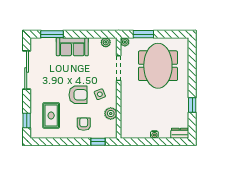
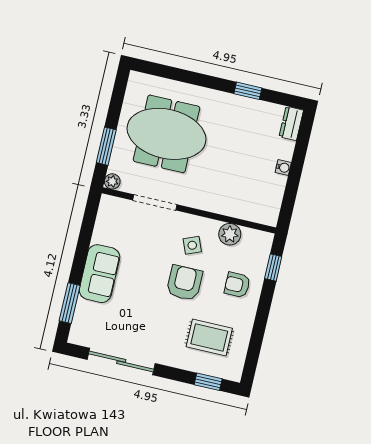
plant: (106, 42) -> (105, 214), removed

